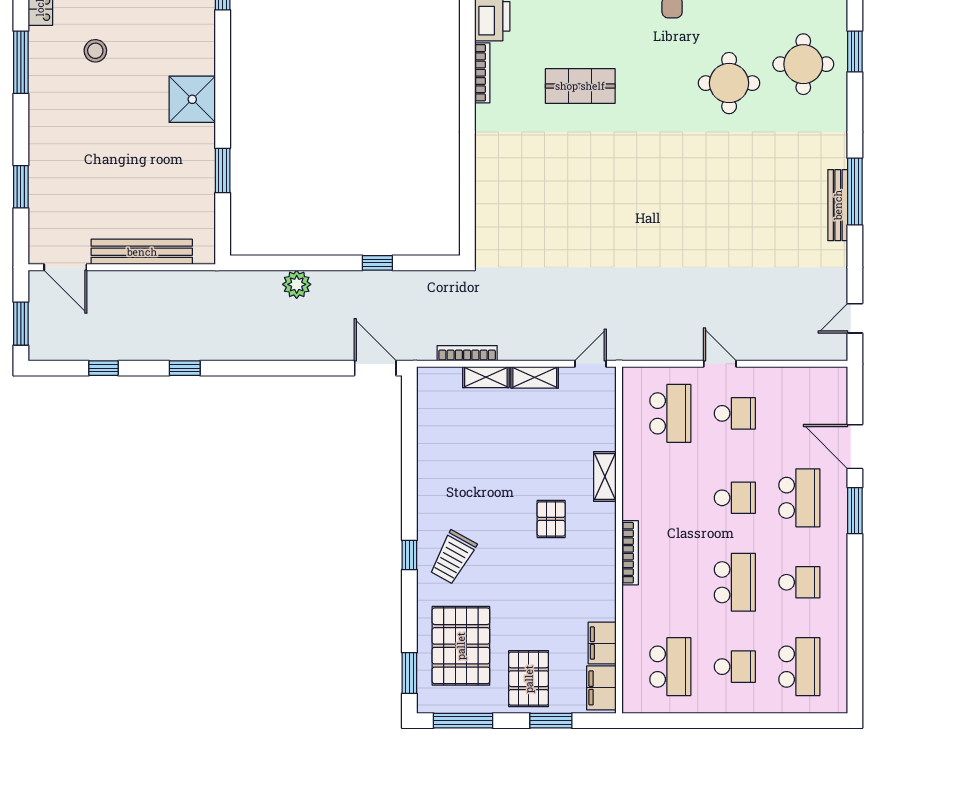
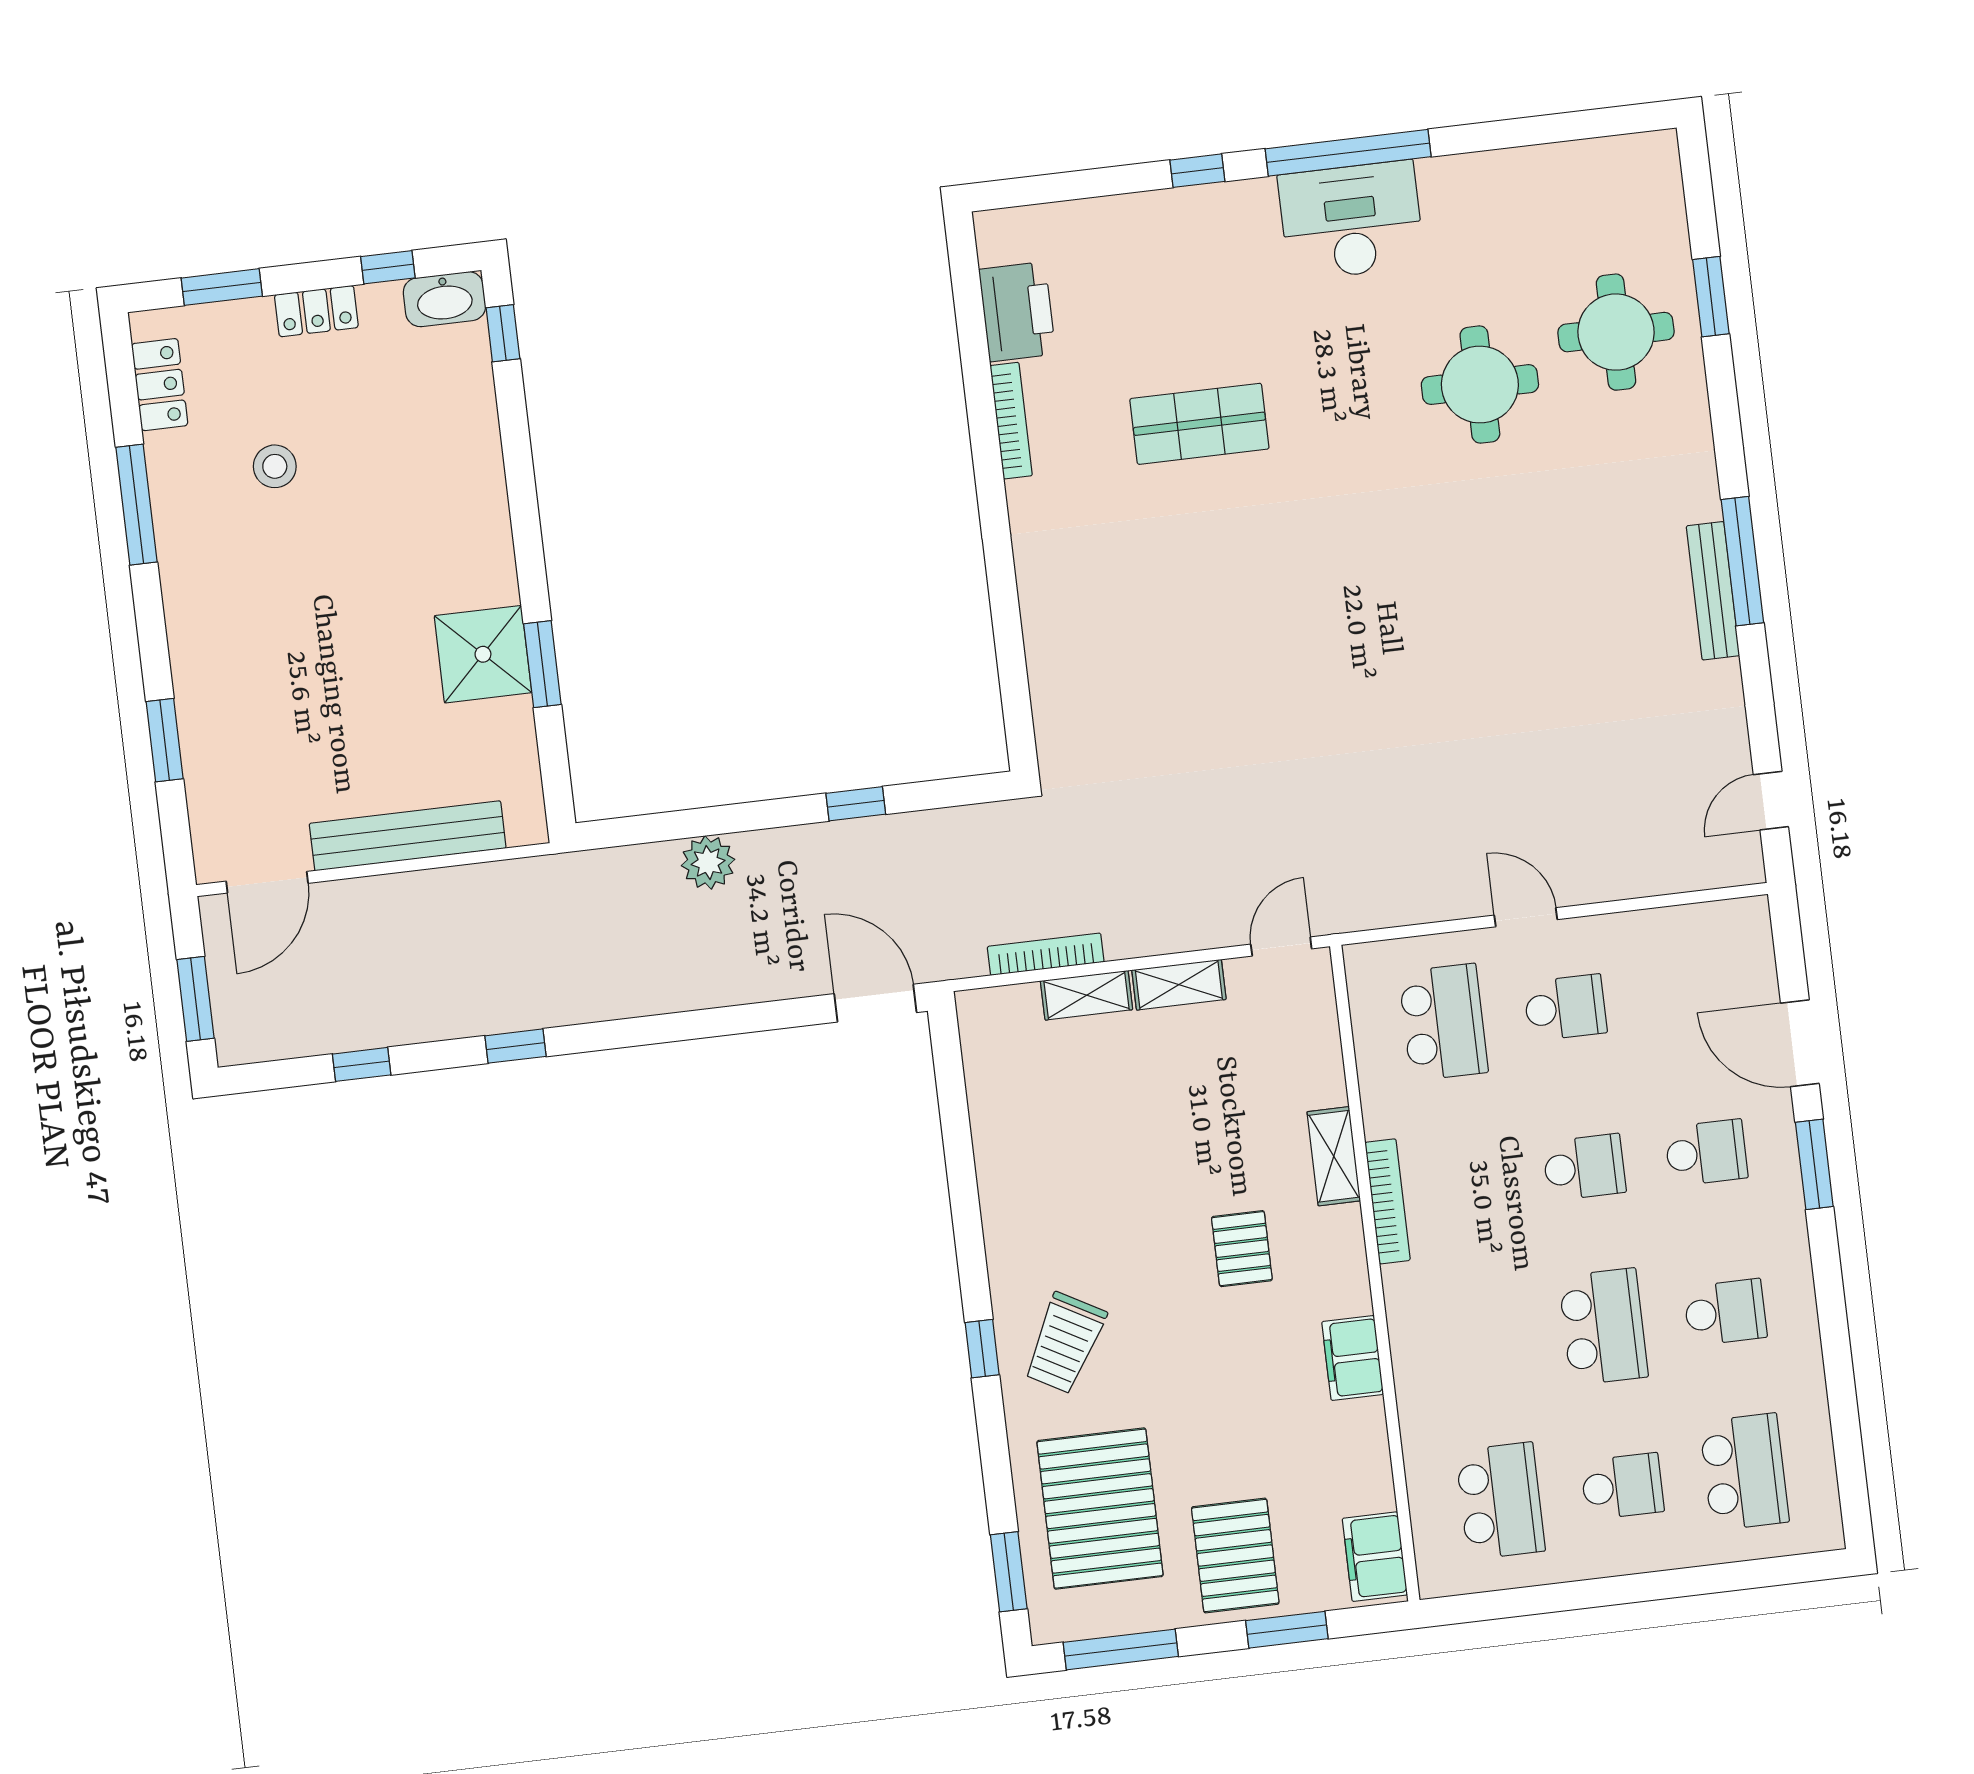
shower: (192, 99) -> (483, 654), moved
door: (65, 267) -> (267, 882), hinge flipped
school desk: (799, 498) -> (1706, 1153), width x0.54
bookcase: (630, 553) -> (1388, 1201), moved
filing cabinet: (602, 643) -> (1353, 1358), moved

